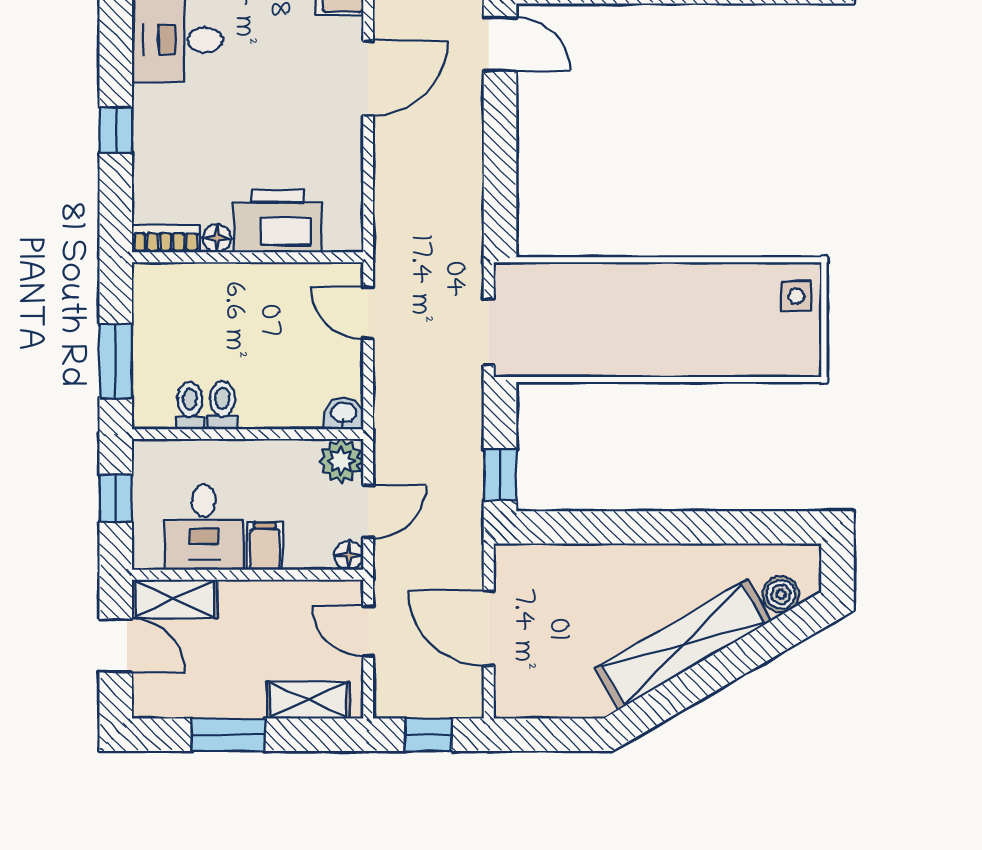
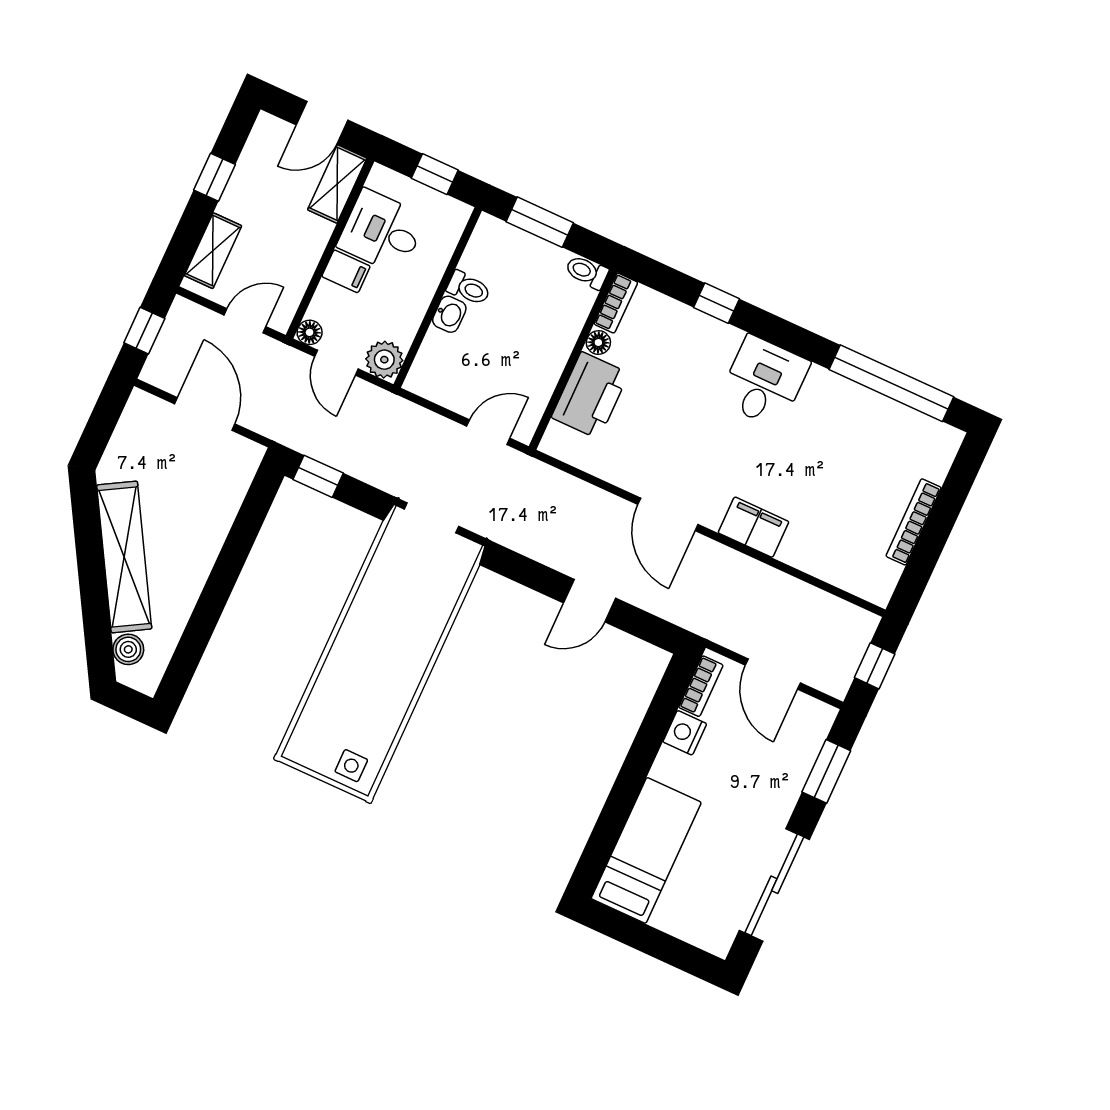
door: (500, 44) -> (590, 601), moved
toilet: (190, 406) -> (587, 272), moved, turned 180
washbasin: (344, 413) -> (449, 314), moved
door: (489, 628) -> (205, 414), hinge flipped
window: (228, 735) -> (215, 177), width x0.67

